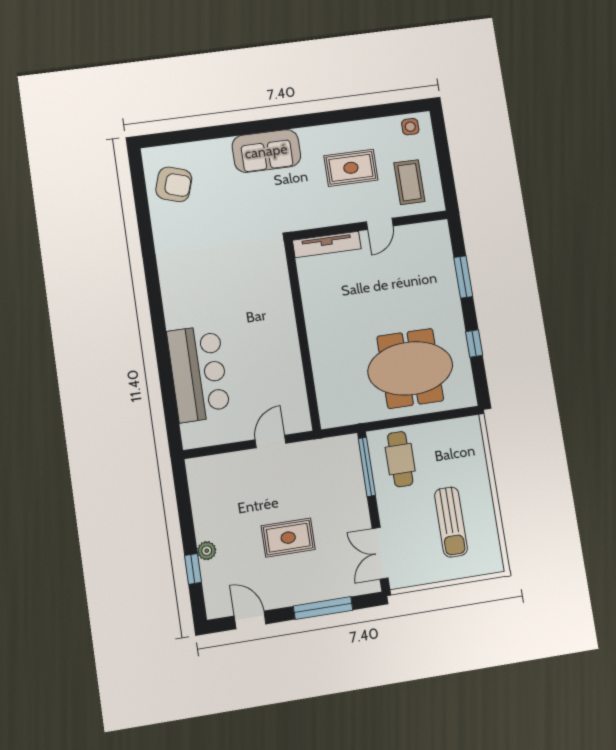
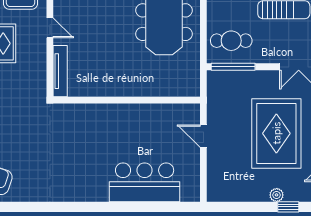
rug: (288, 538) -> (276, 133), width x1.86, depth x2.06

